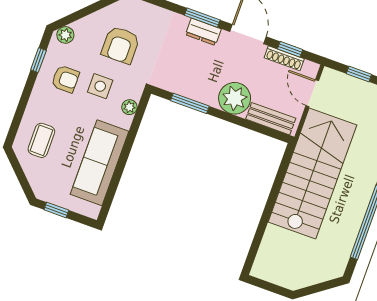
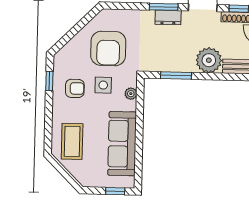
plant: (65, 35) -> (64, 55), removed
armchair: (121, 45) -> (108, 48), width x1.36, depth x1.36
coffee table: (41, 140) -> (72, 141), width x1.36, depth x1.30
window: (56, 210) -> (115, 191), moved

